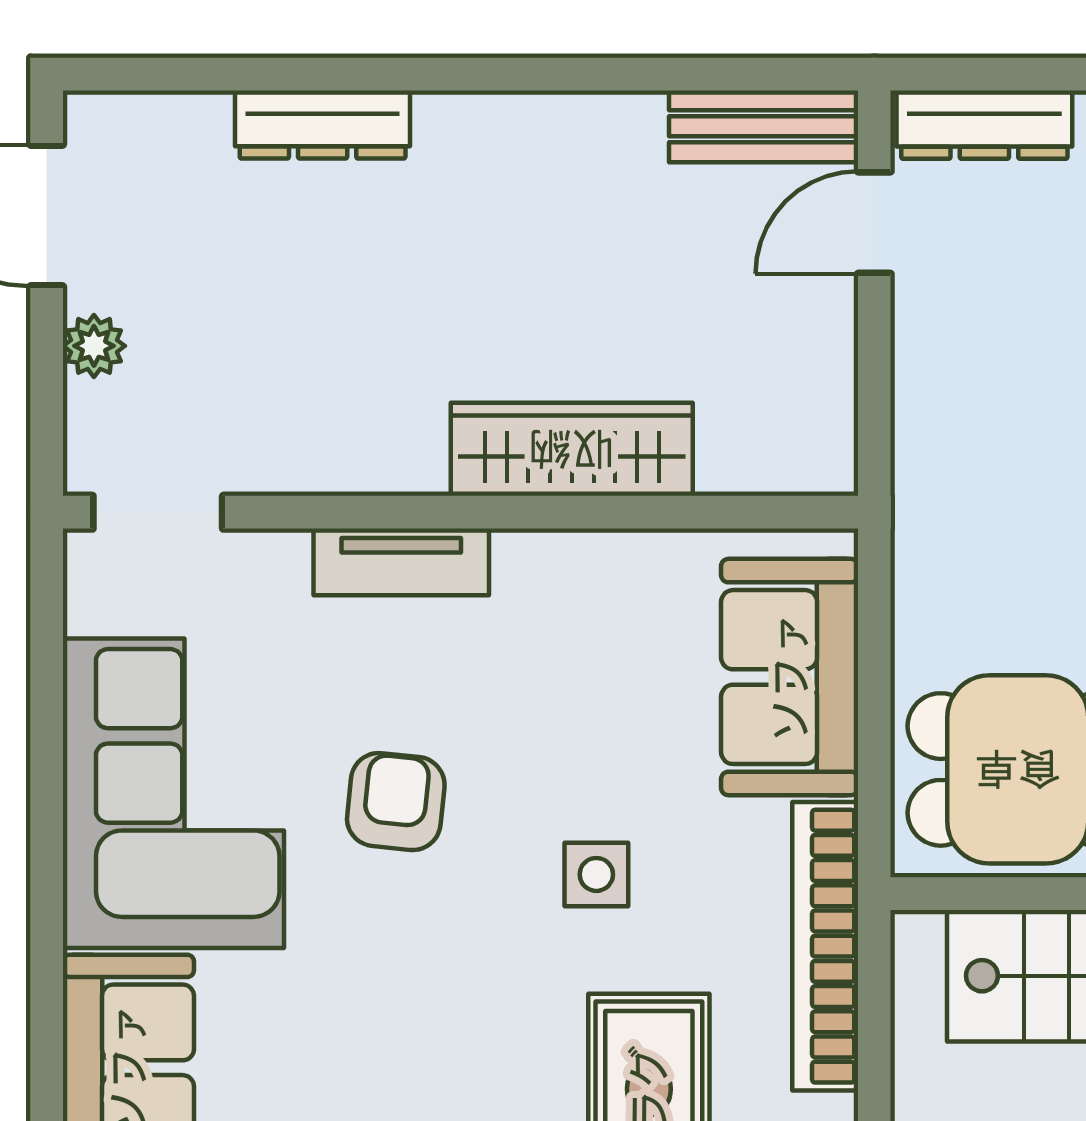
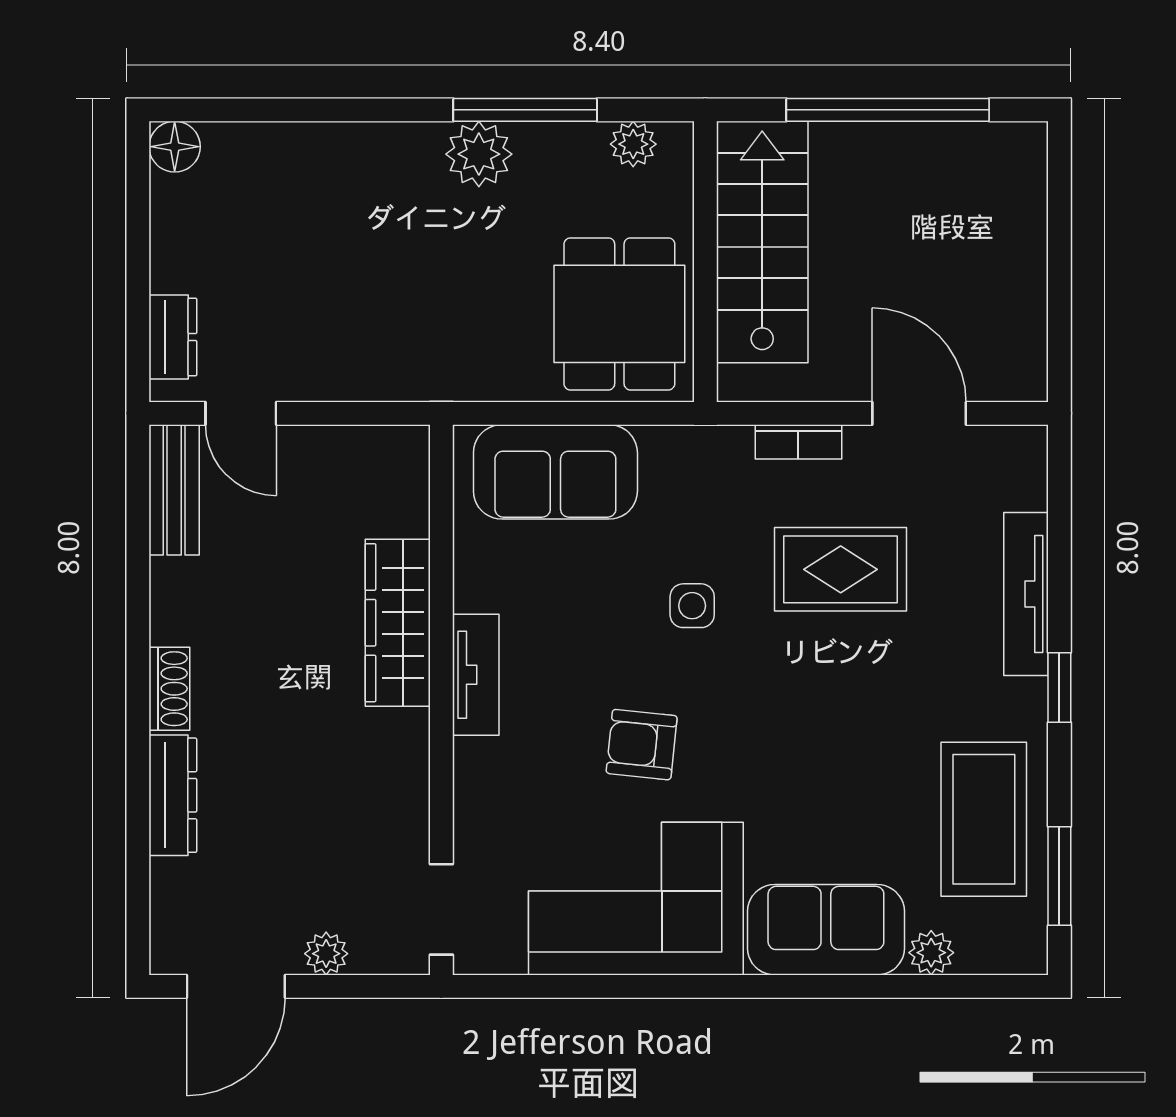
shoe rack: (476, 119) -> (169, 689), added
dresser: (984, 125) -> (173, 337), width x0.70
tv unit: (401, 562) -> (476, 675), moved
bookcase: (825, 946) -> (798, 442), width x0.43, depth x0.76

